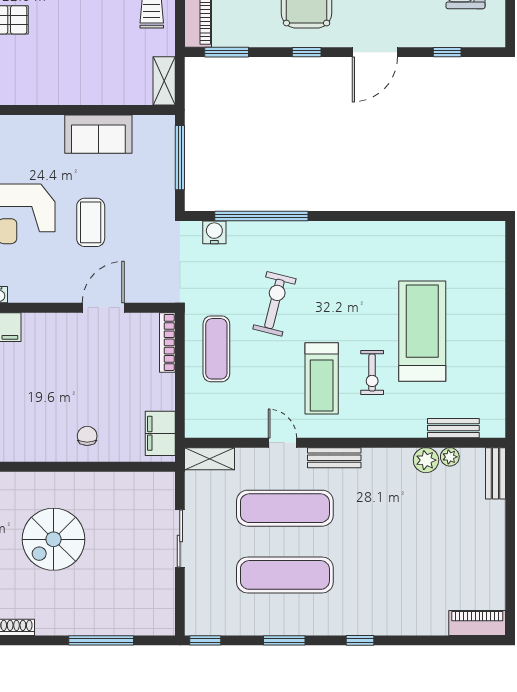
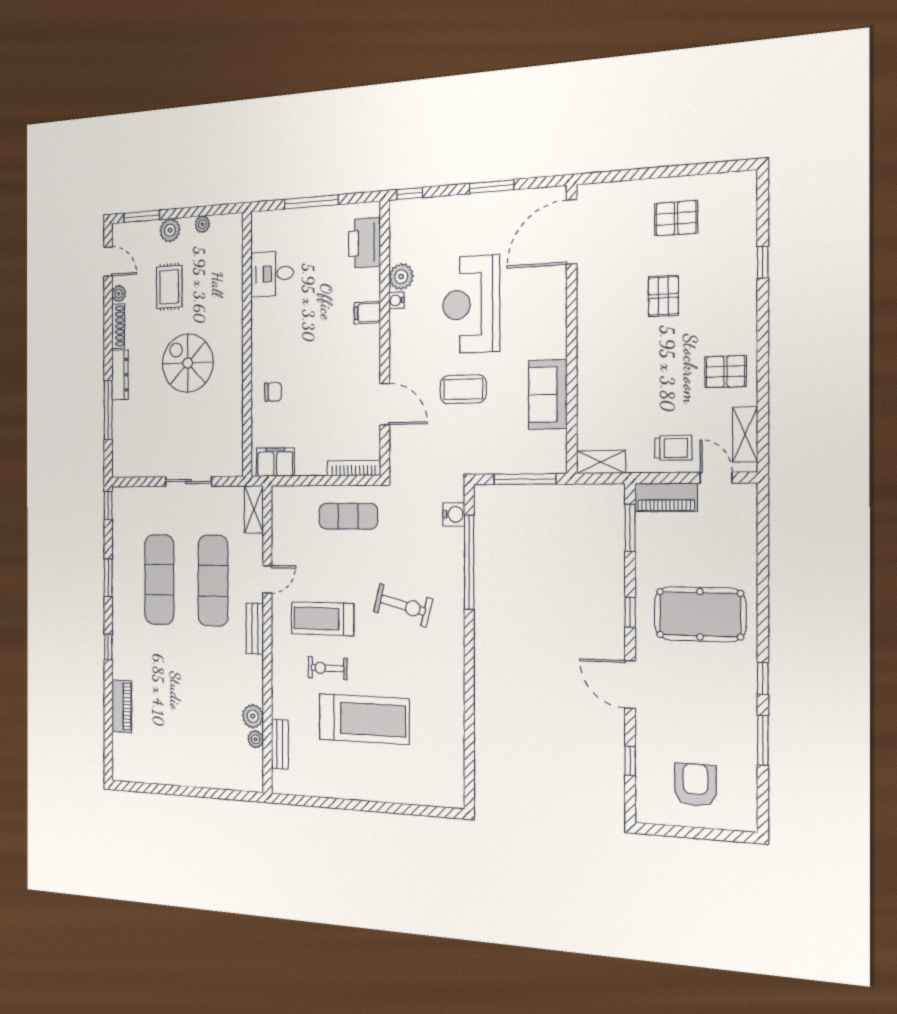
exercise bike: (274, 304) -> (403, 605), moved
bench: (495, 473) -> (242, 782), removed
piano: (477, 623) -> (122, 706), moved
dresser: (63, 625) -> (120, 375), added

